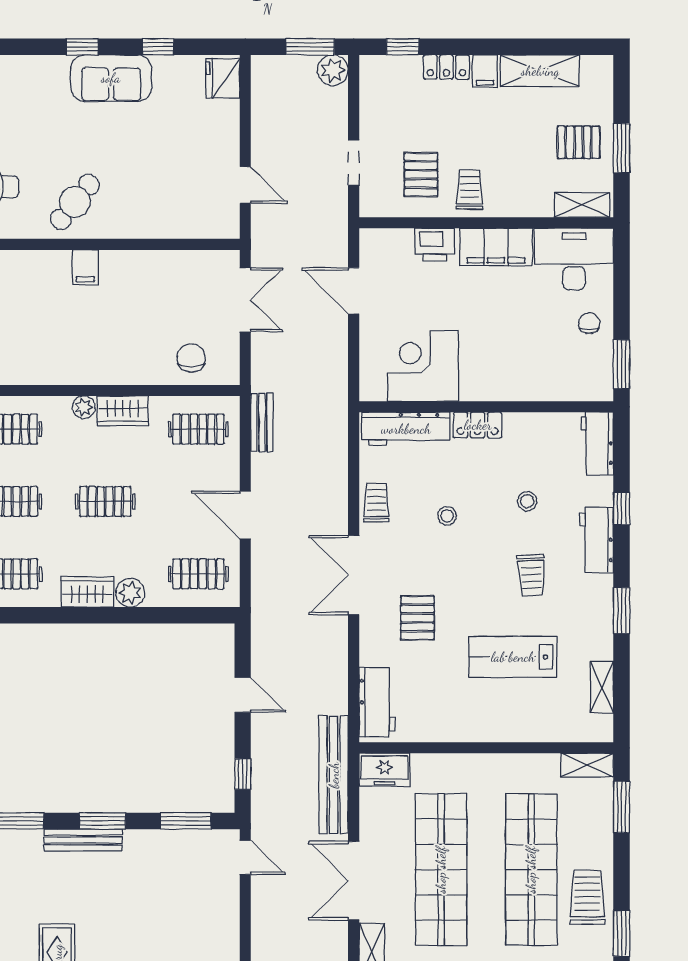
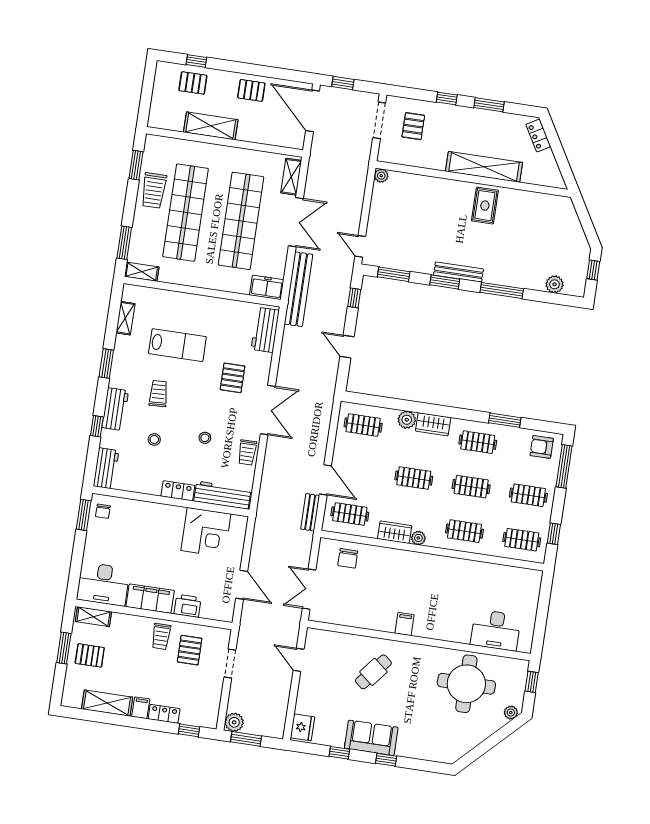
cafe table: (75, 202) -> (373, 672), moved
chair: (589, 323) -> (103, 511), moved
door: (245, 515) -> (325, 480), moved

